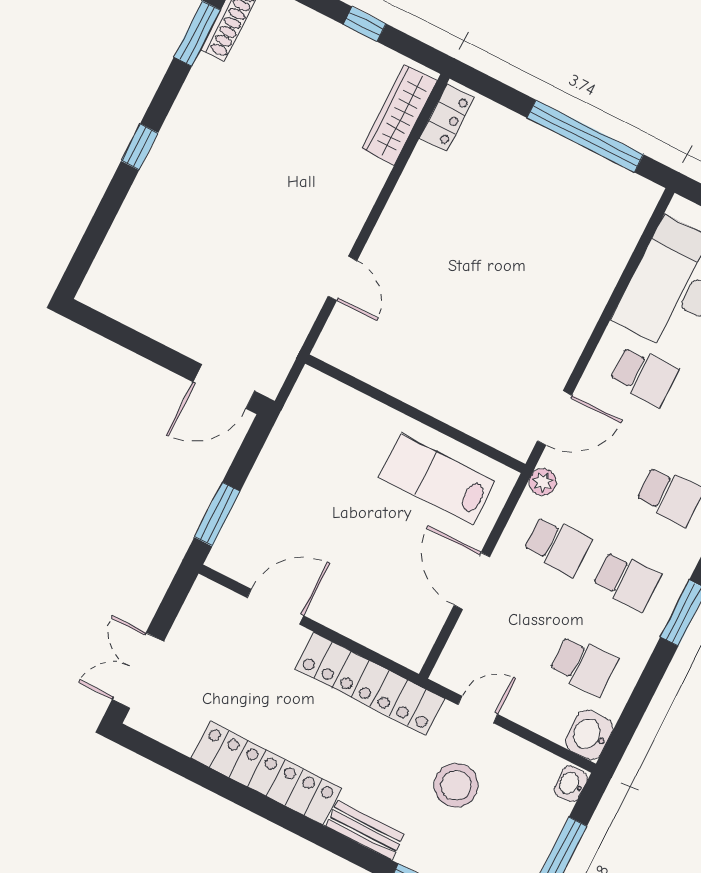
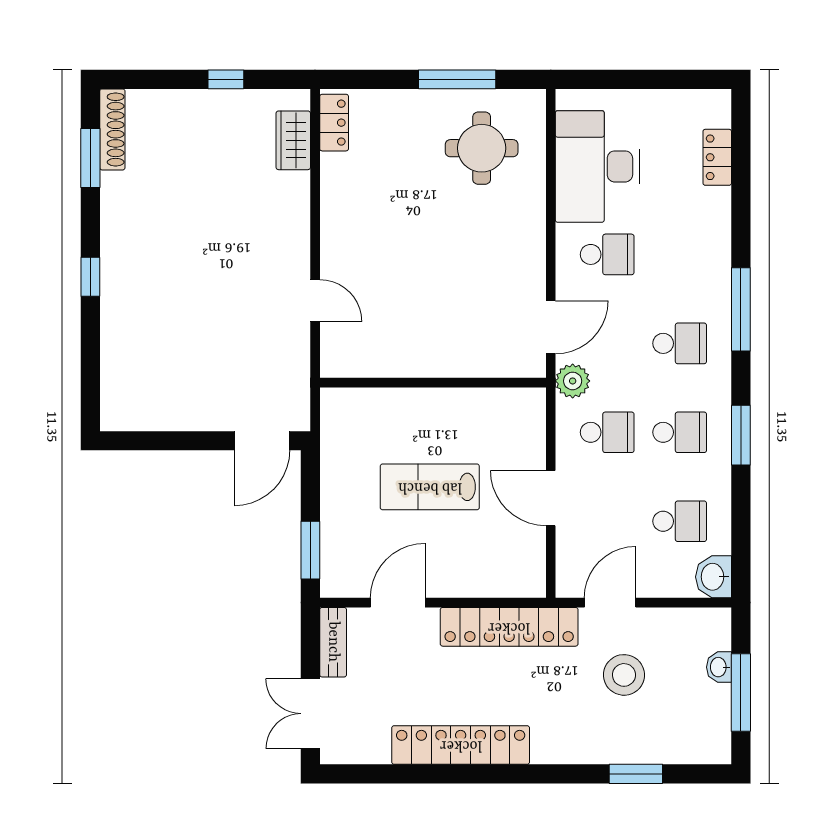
wardrobe: (399, 115) -> (293, 140), width x0.67
window: (585, 136) -> (457, 79), width x0.68
round table: (575, 214) -> (482, 148), added
lab bench: (437, 479) -> (430, 487), moved
plant: (543, 482) -> (573, 381), width x1.38, depth x1.38
door: (478, 709) -> (610, 603), width x1.38
washbasin: (571, 784) -> (719, 667), moved
bench: (365, 830) -> (333, 642), moved, turned 90

